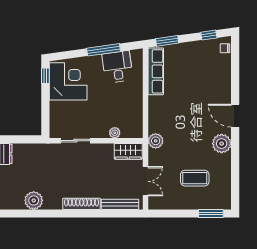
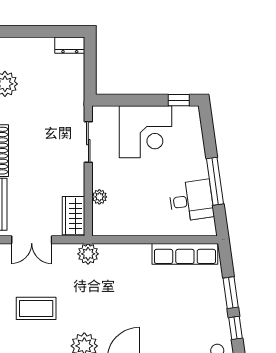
window: (167, 41) -> (231, 293), moved
corner desk: (68, 81) -> (145, 132), moved
coffee table: (195, 178) -> (36, 308), turned 90

